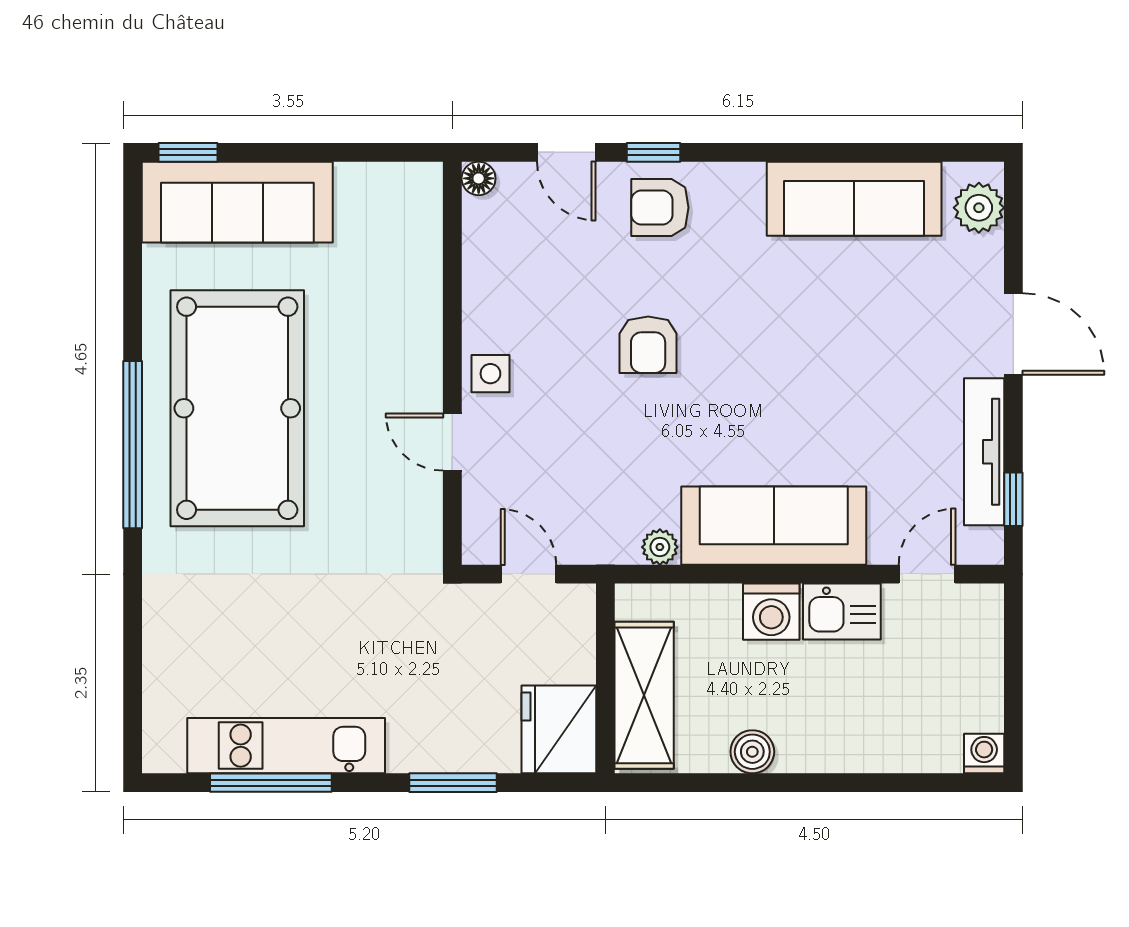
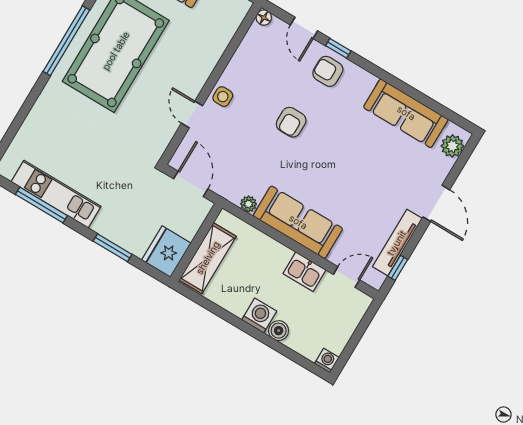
door: (529, 574) -> (191, 184), width x1.38
washing machine: (771, 612) -> (259, 316), moved, turned 180
boiler: (752, 752) -> (279, 331), moved

